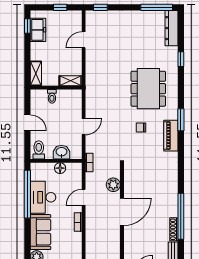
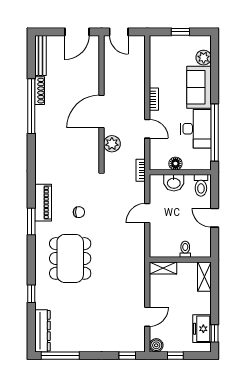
boiler: (76, 16) -> (156, 345), added
door: (84, 197) -> (147, 129), hinge flipped

